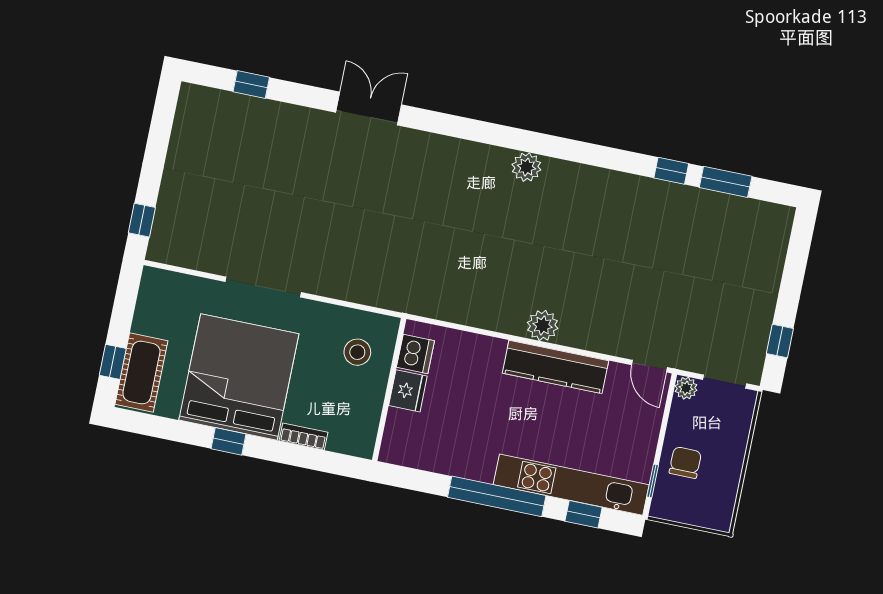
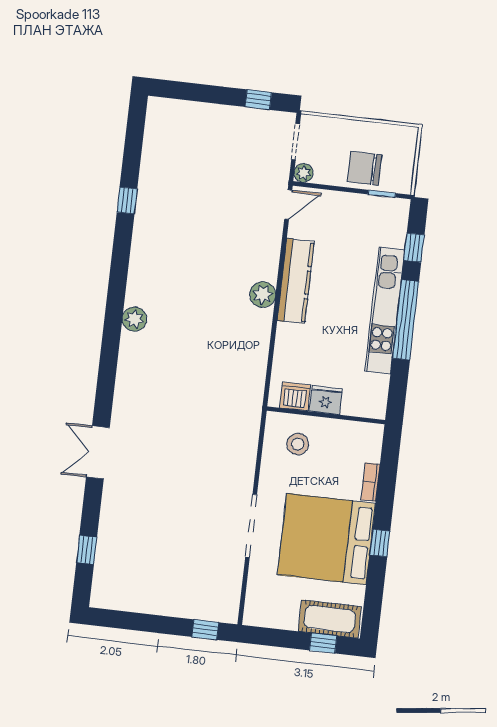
window: (726, 182) -> (132, 155), removed
chair: (685, 463) -> (364, 168), width x1.37, depth x1.37
kitchen unit: (571, 485) -> (385, 310), moved

